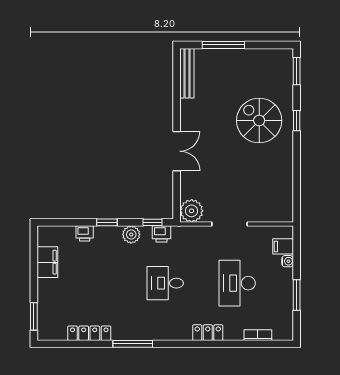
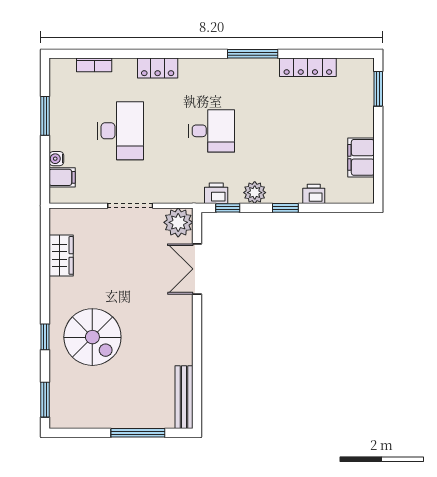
double door: (177, 151) -> (197, 269), moved
wardrobe: (284, 185) -> (61, 255), added

